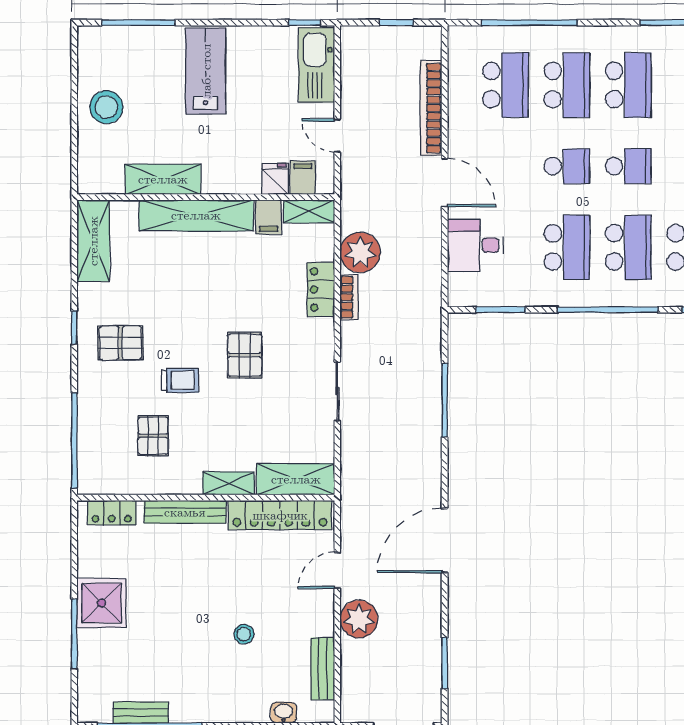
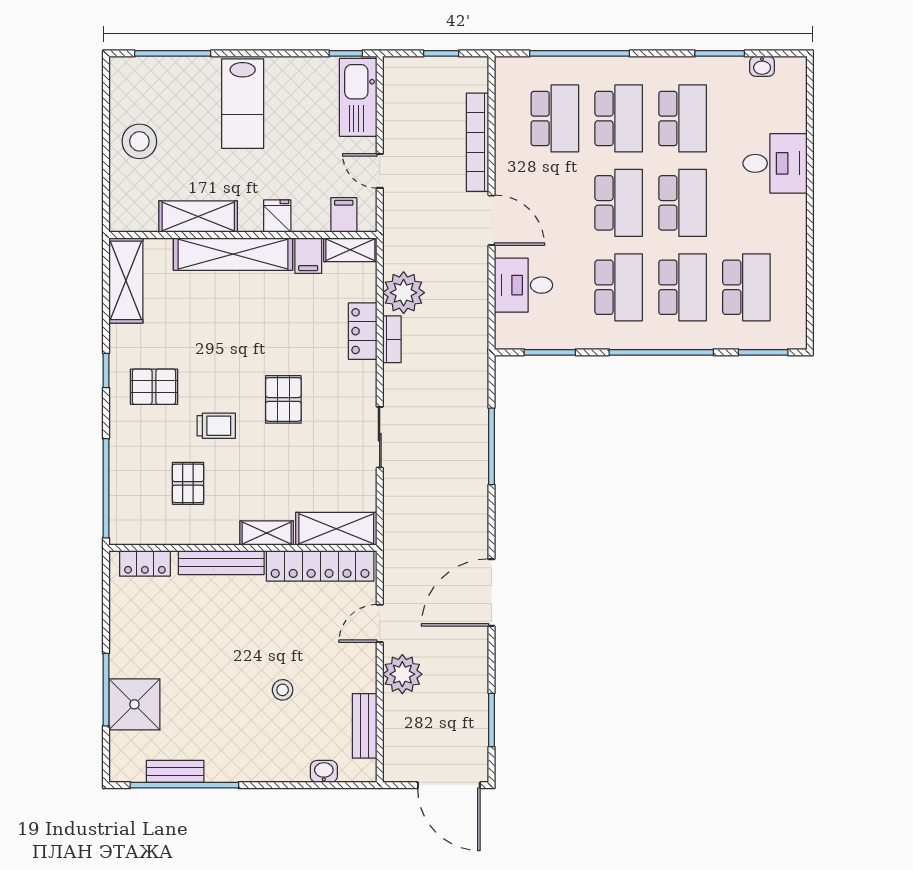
lab bench: (206, 71) -> (243, 104), turned 180
school desk: (567, 166) -> (619, 203), width x1.85
school desk: (628, 166) -> (683, 203), width x1.85
fridge: (275, 179) -> (277, 216), moved
shower: (102, 603) -> (134, 704), moved

